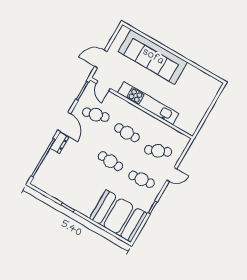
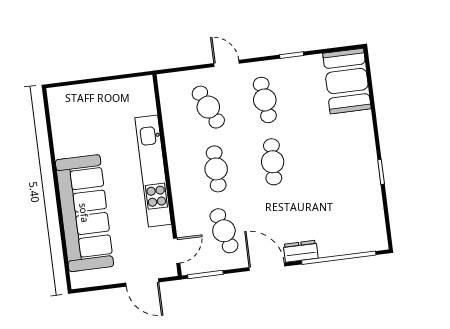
door: (64, 122) -> (267, 267), hinge flipped
booth: (118, 216) -> (347, 81), width x0.73, depth x0.70

